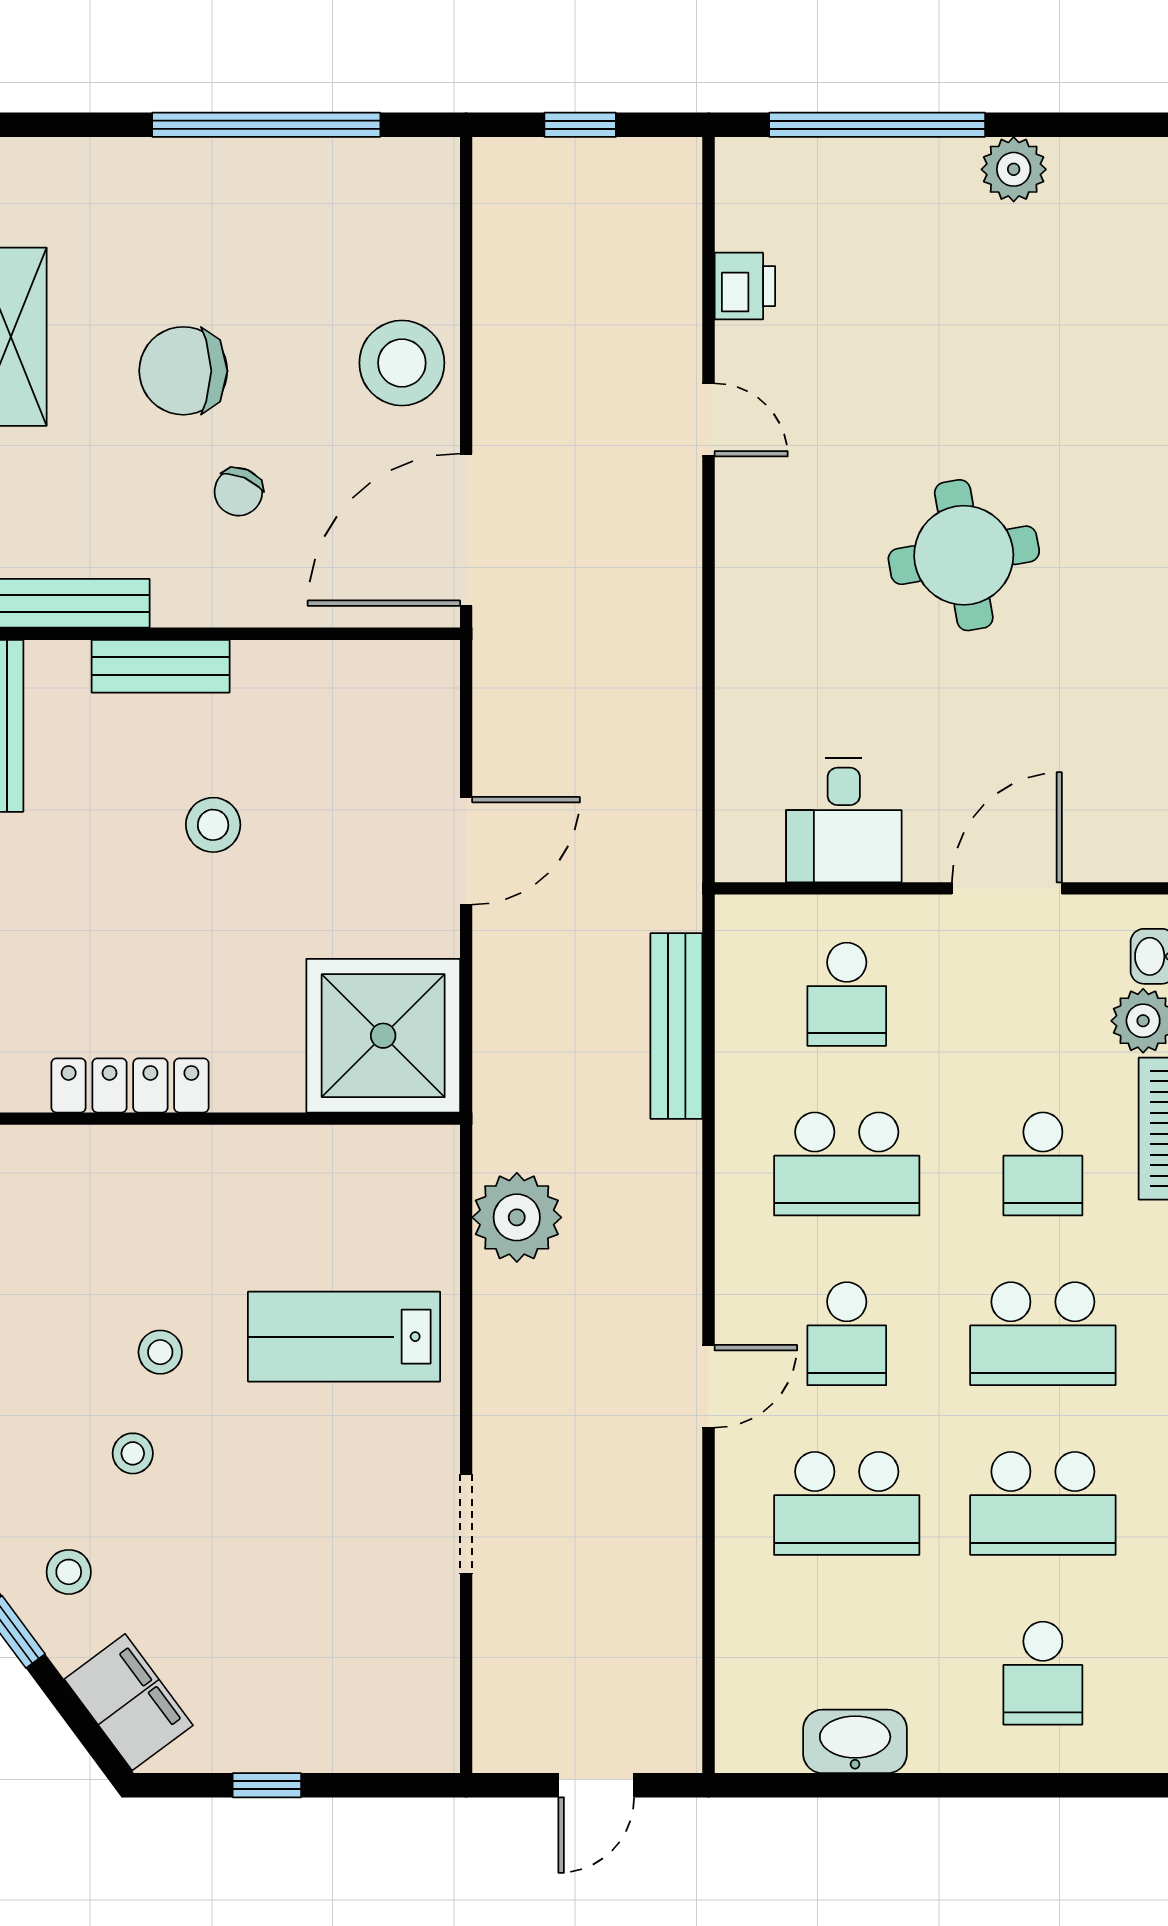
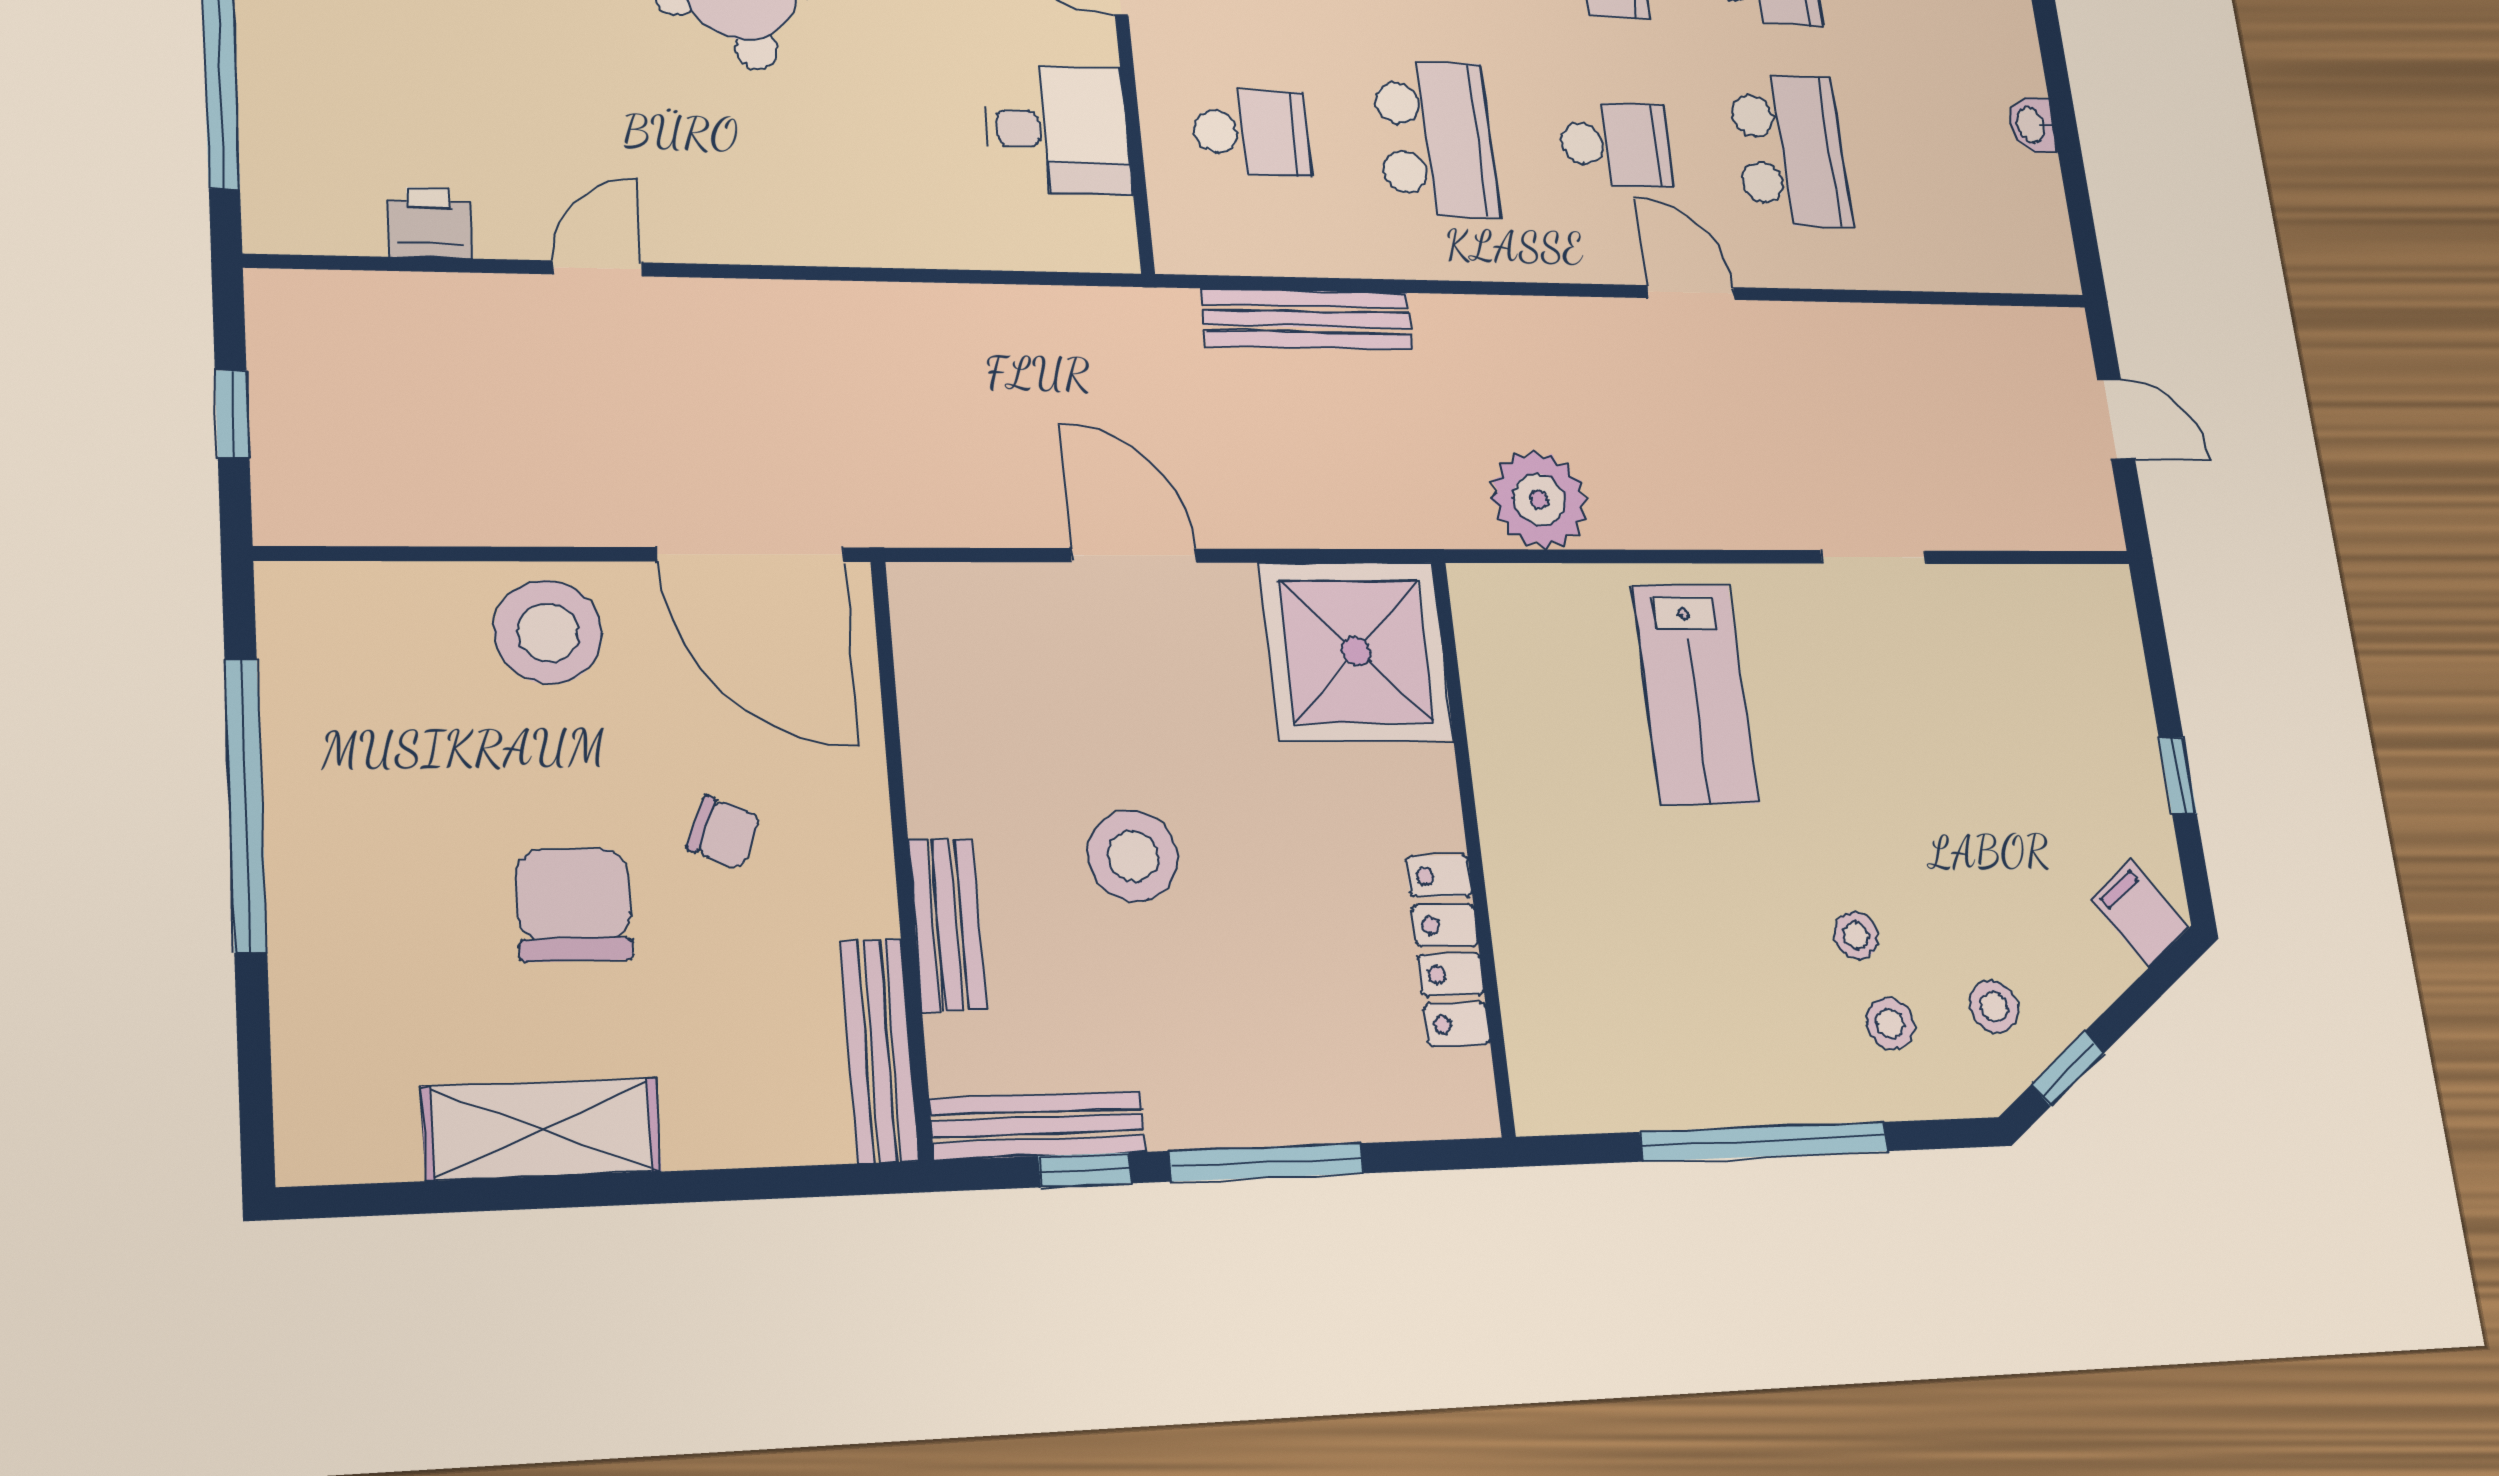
chair: (183, 371) -> (574, 905), turned 180
stool: (213, 825) -> (1133, 856), width x1.38, depth x1.38
stool: (160, 1352) -> (1890, 1023), moved
filing cabinet: (129, 1702) -> (2140, 913), width x0.50
washbasin: (855, 1741) -> (2032, 125), width x0.52, depth x0.69

